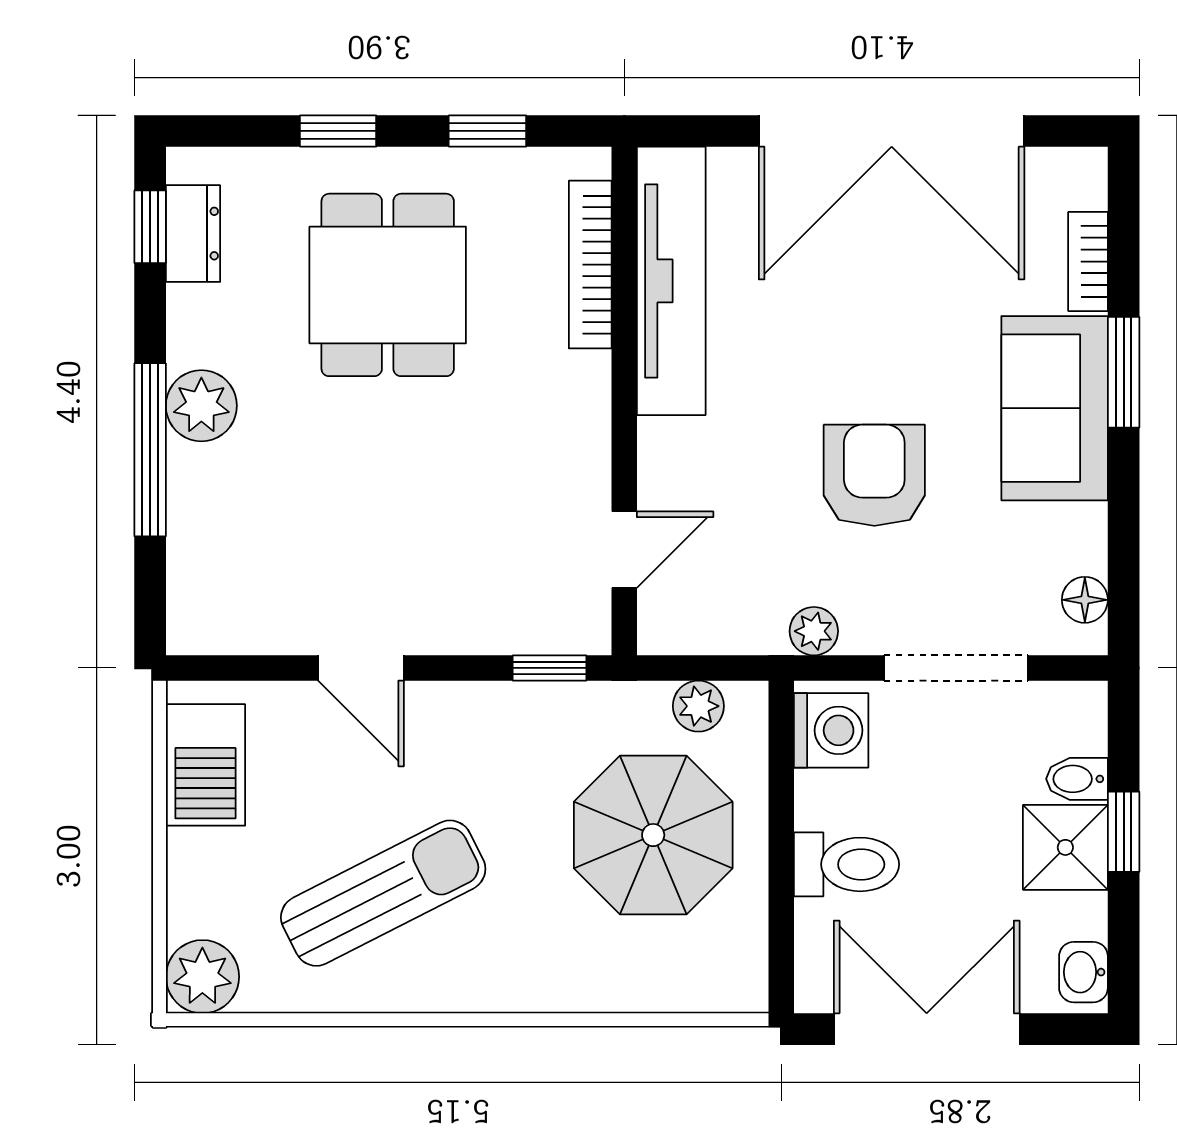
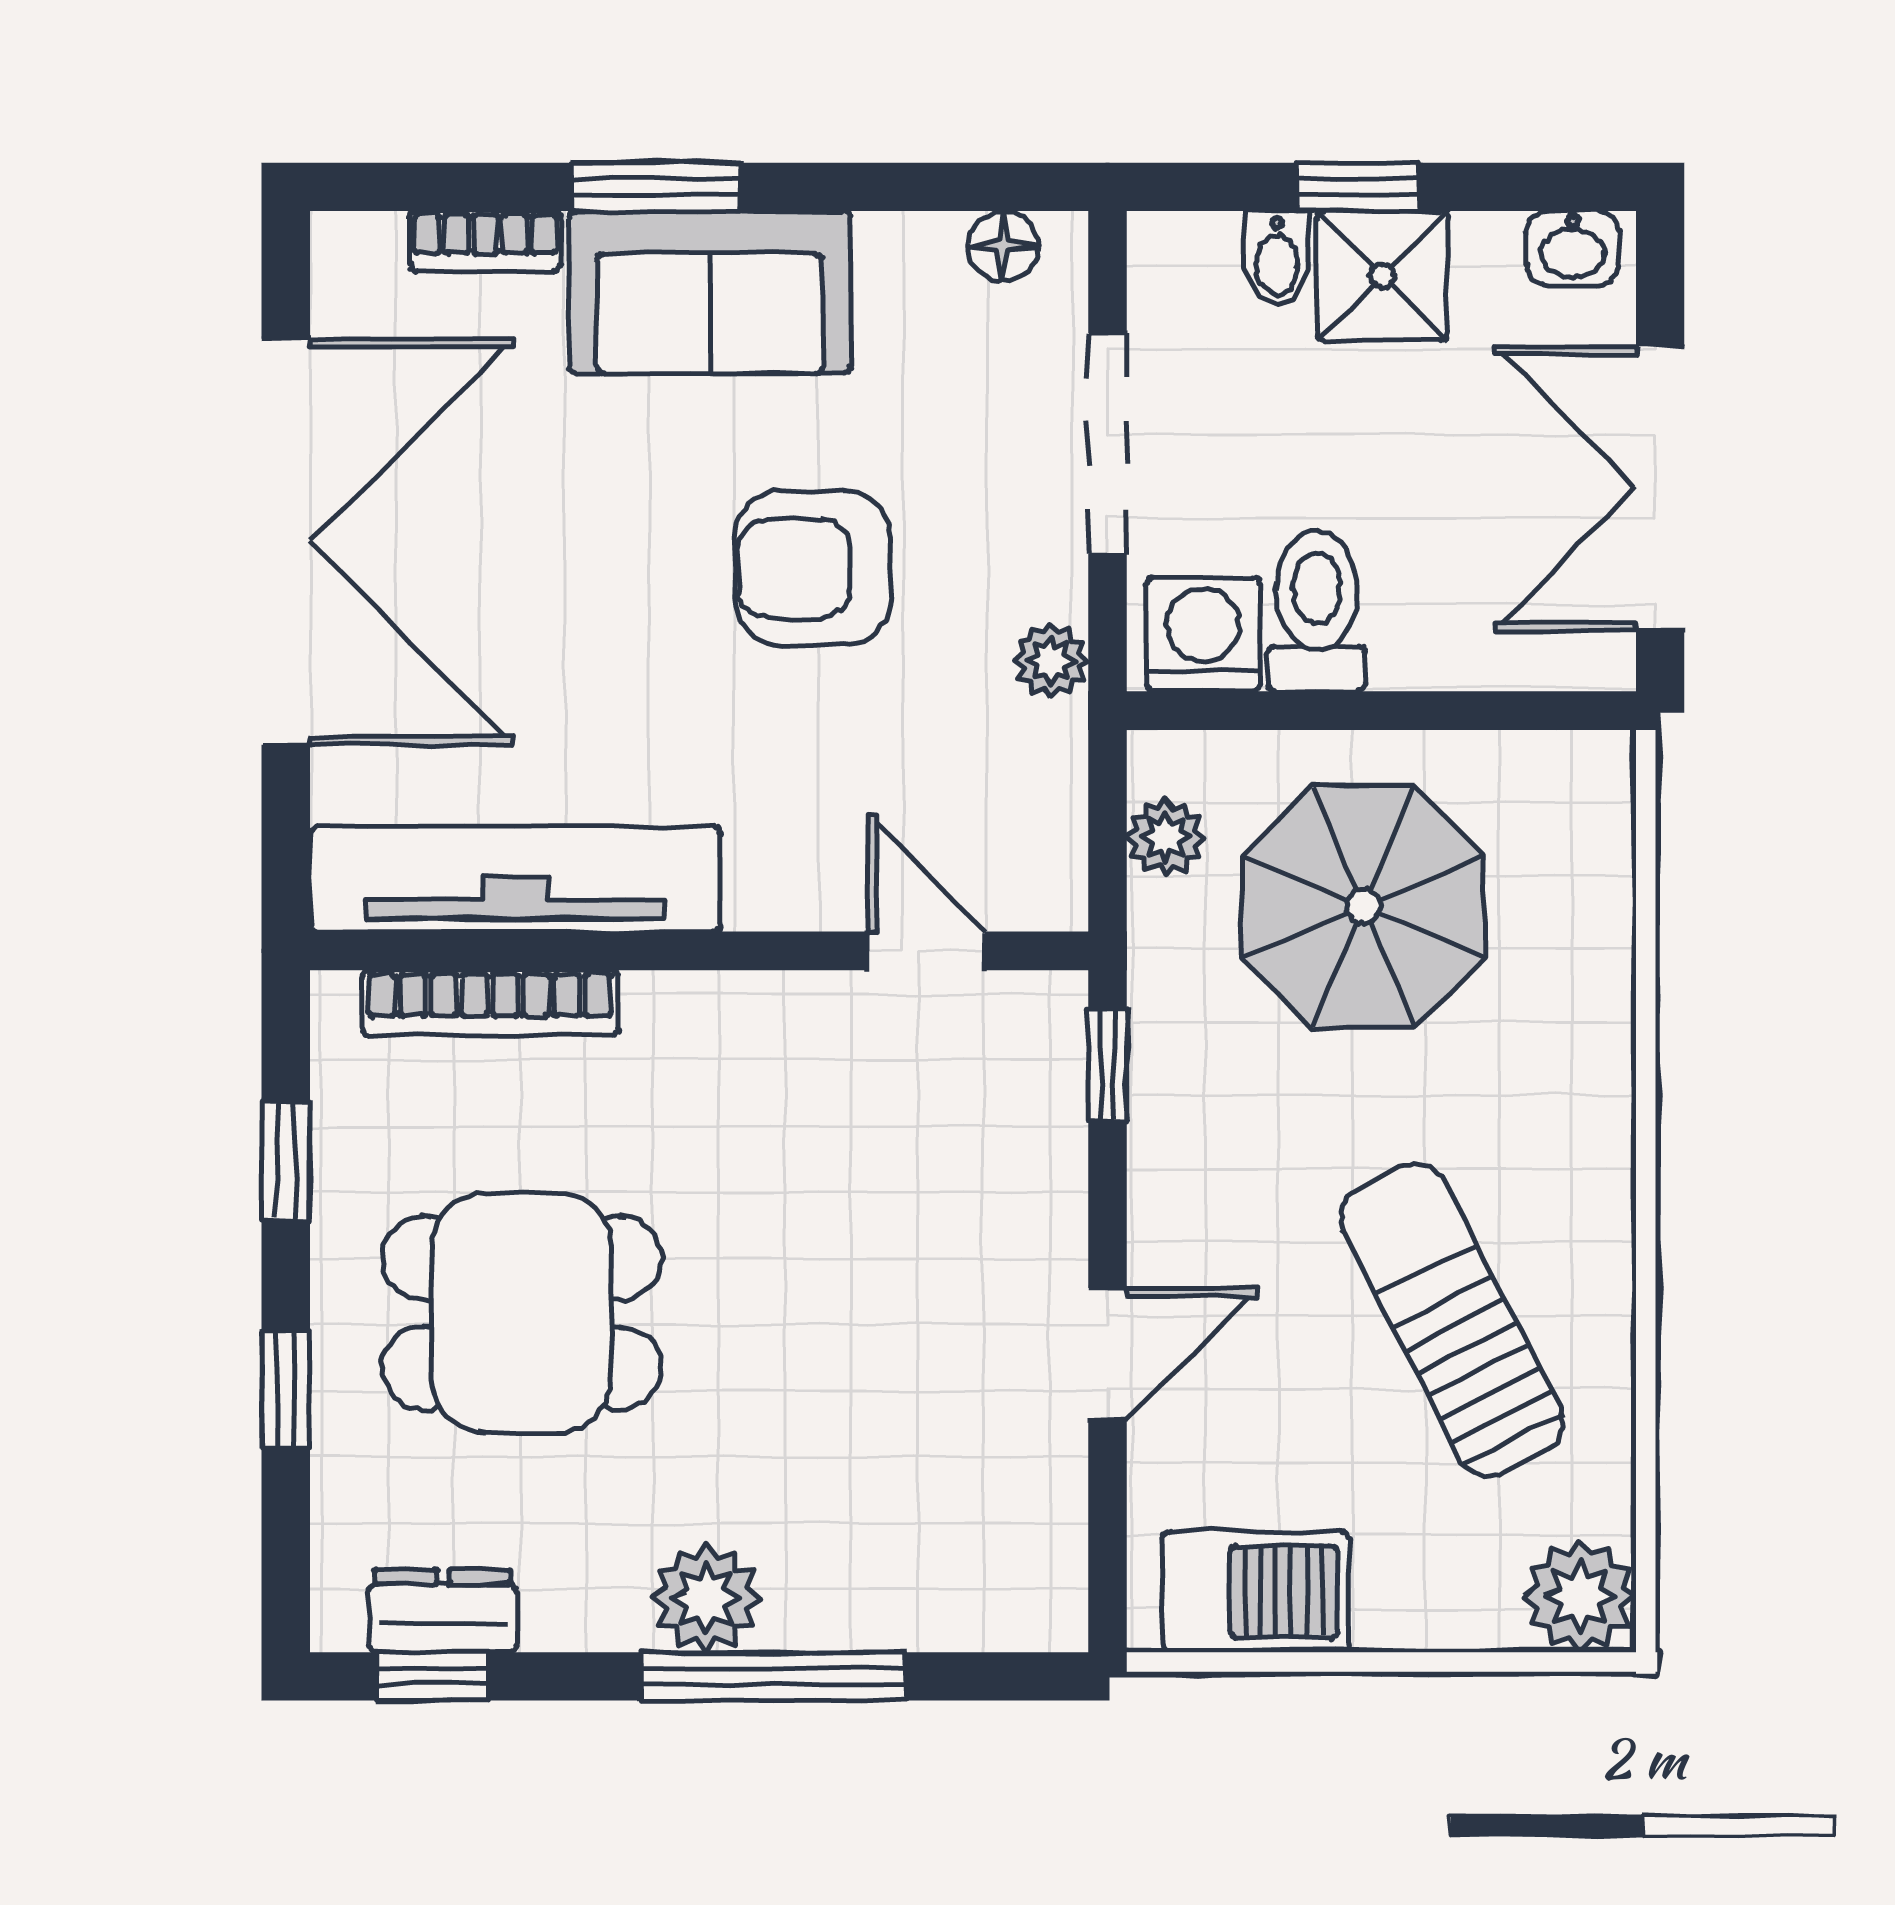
toilet: (846, 864) -> (1317, 611), moved

